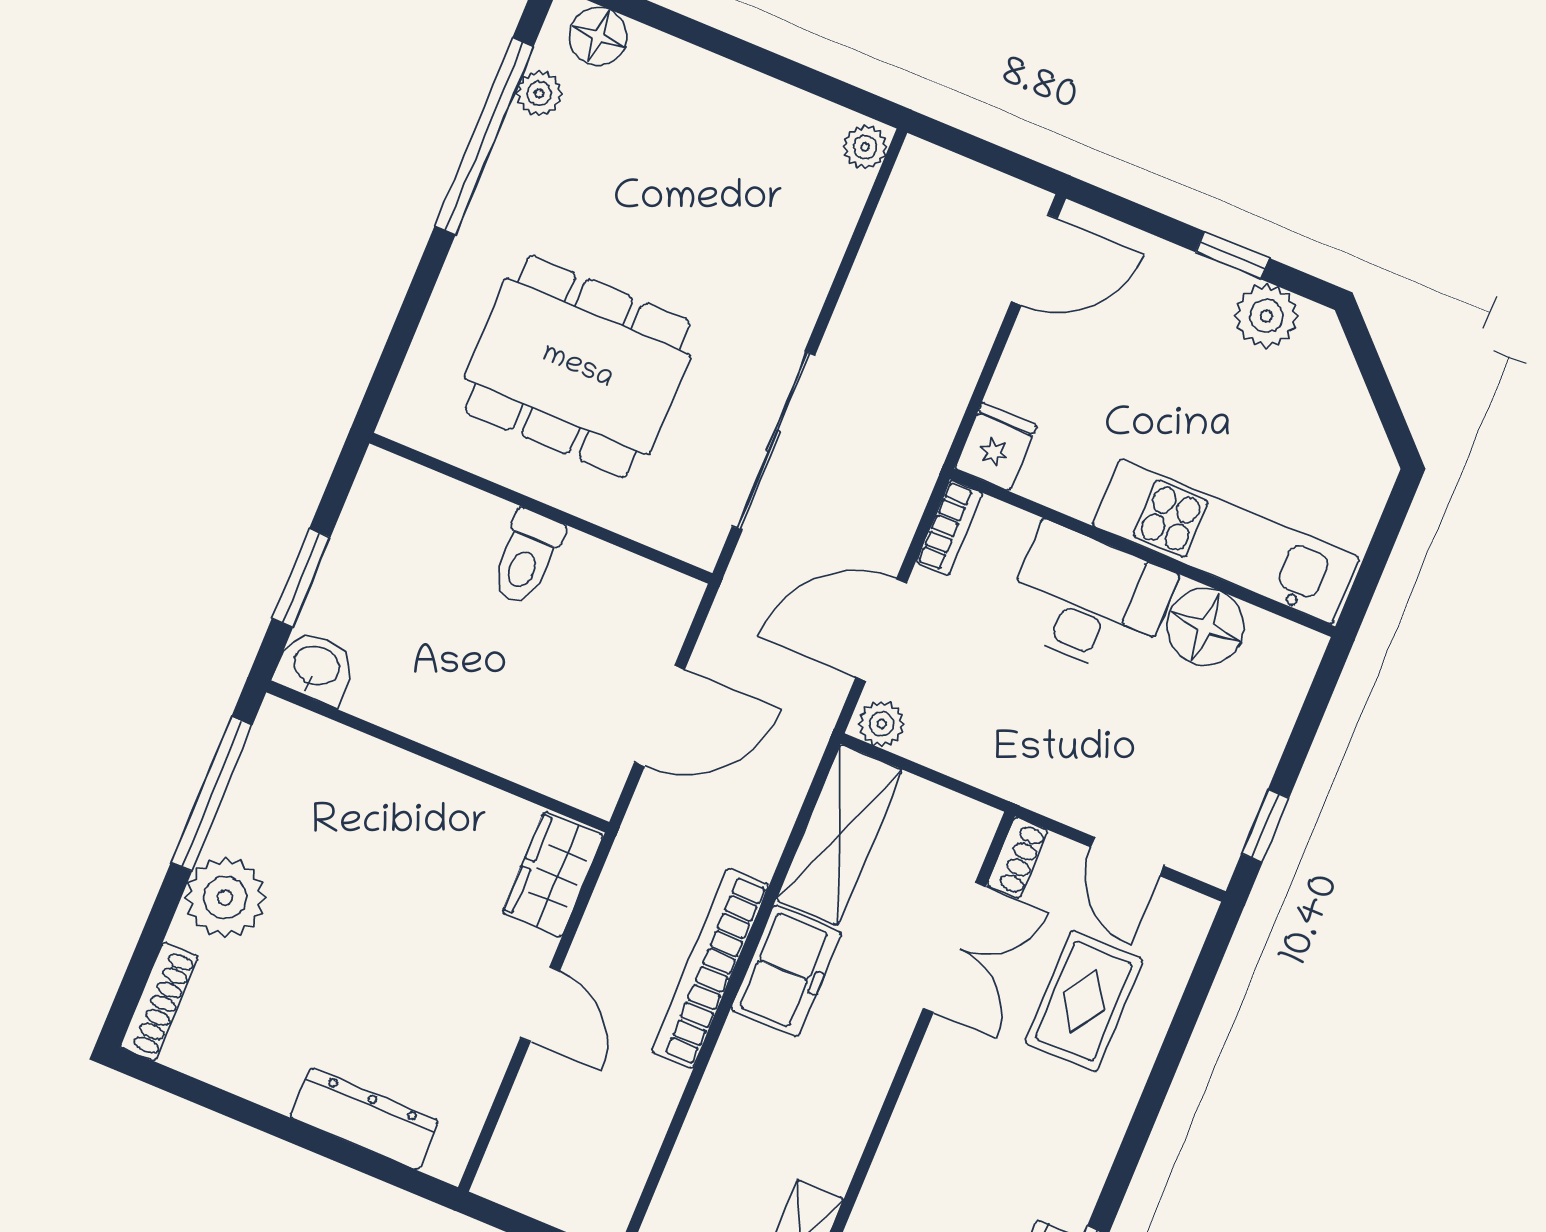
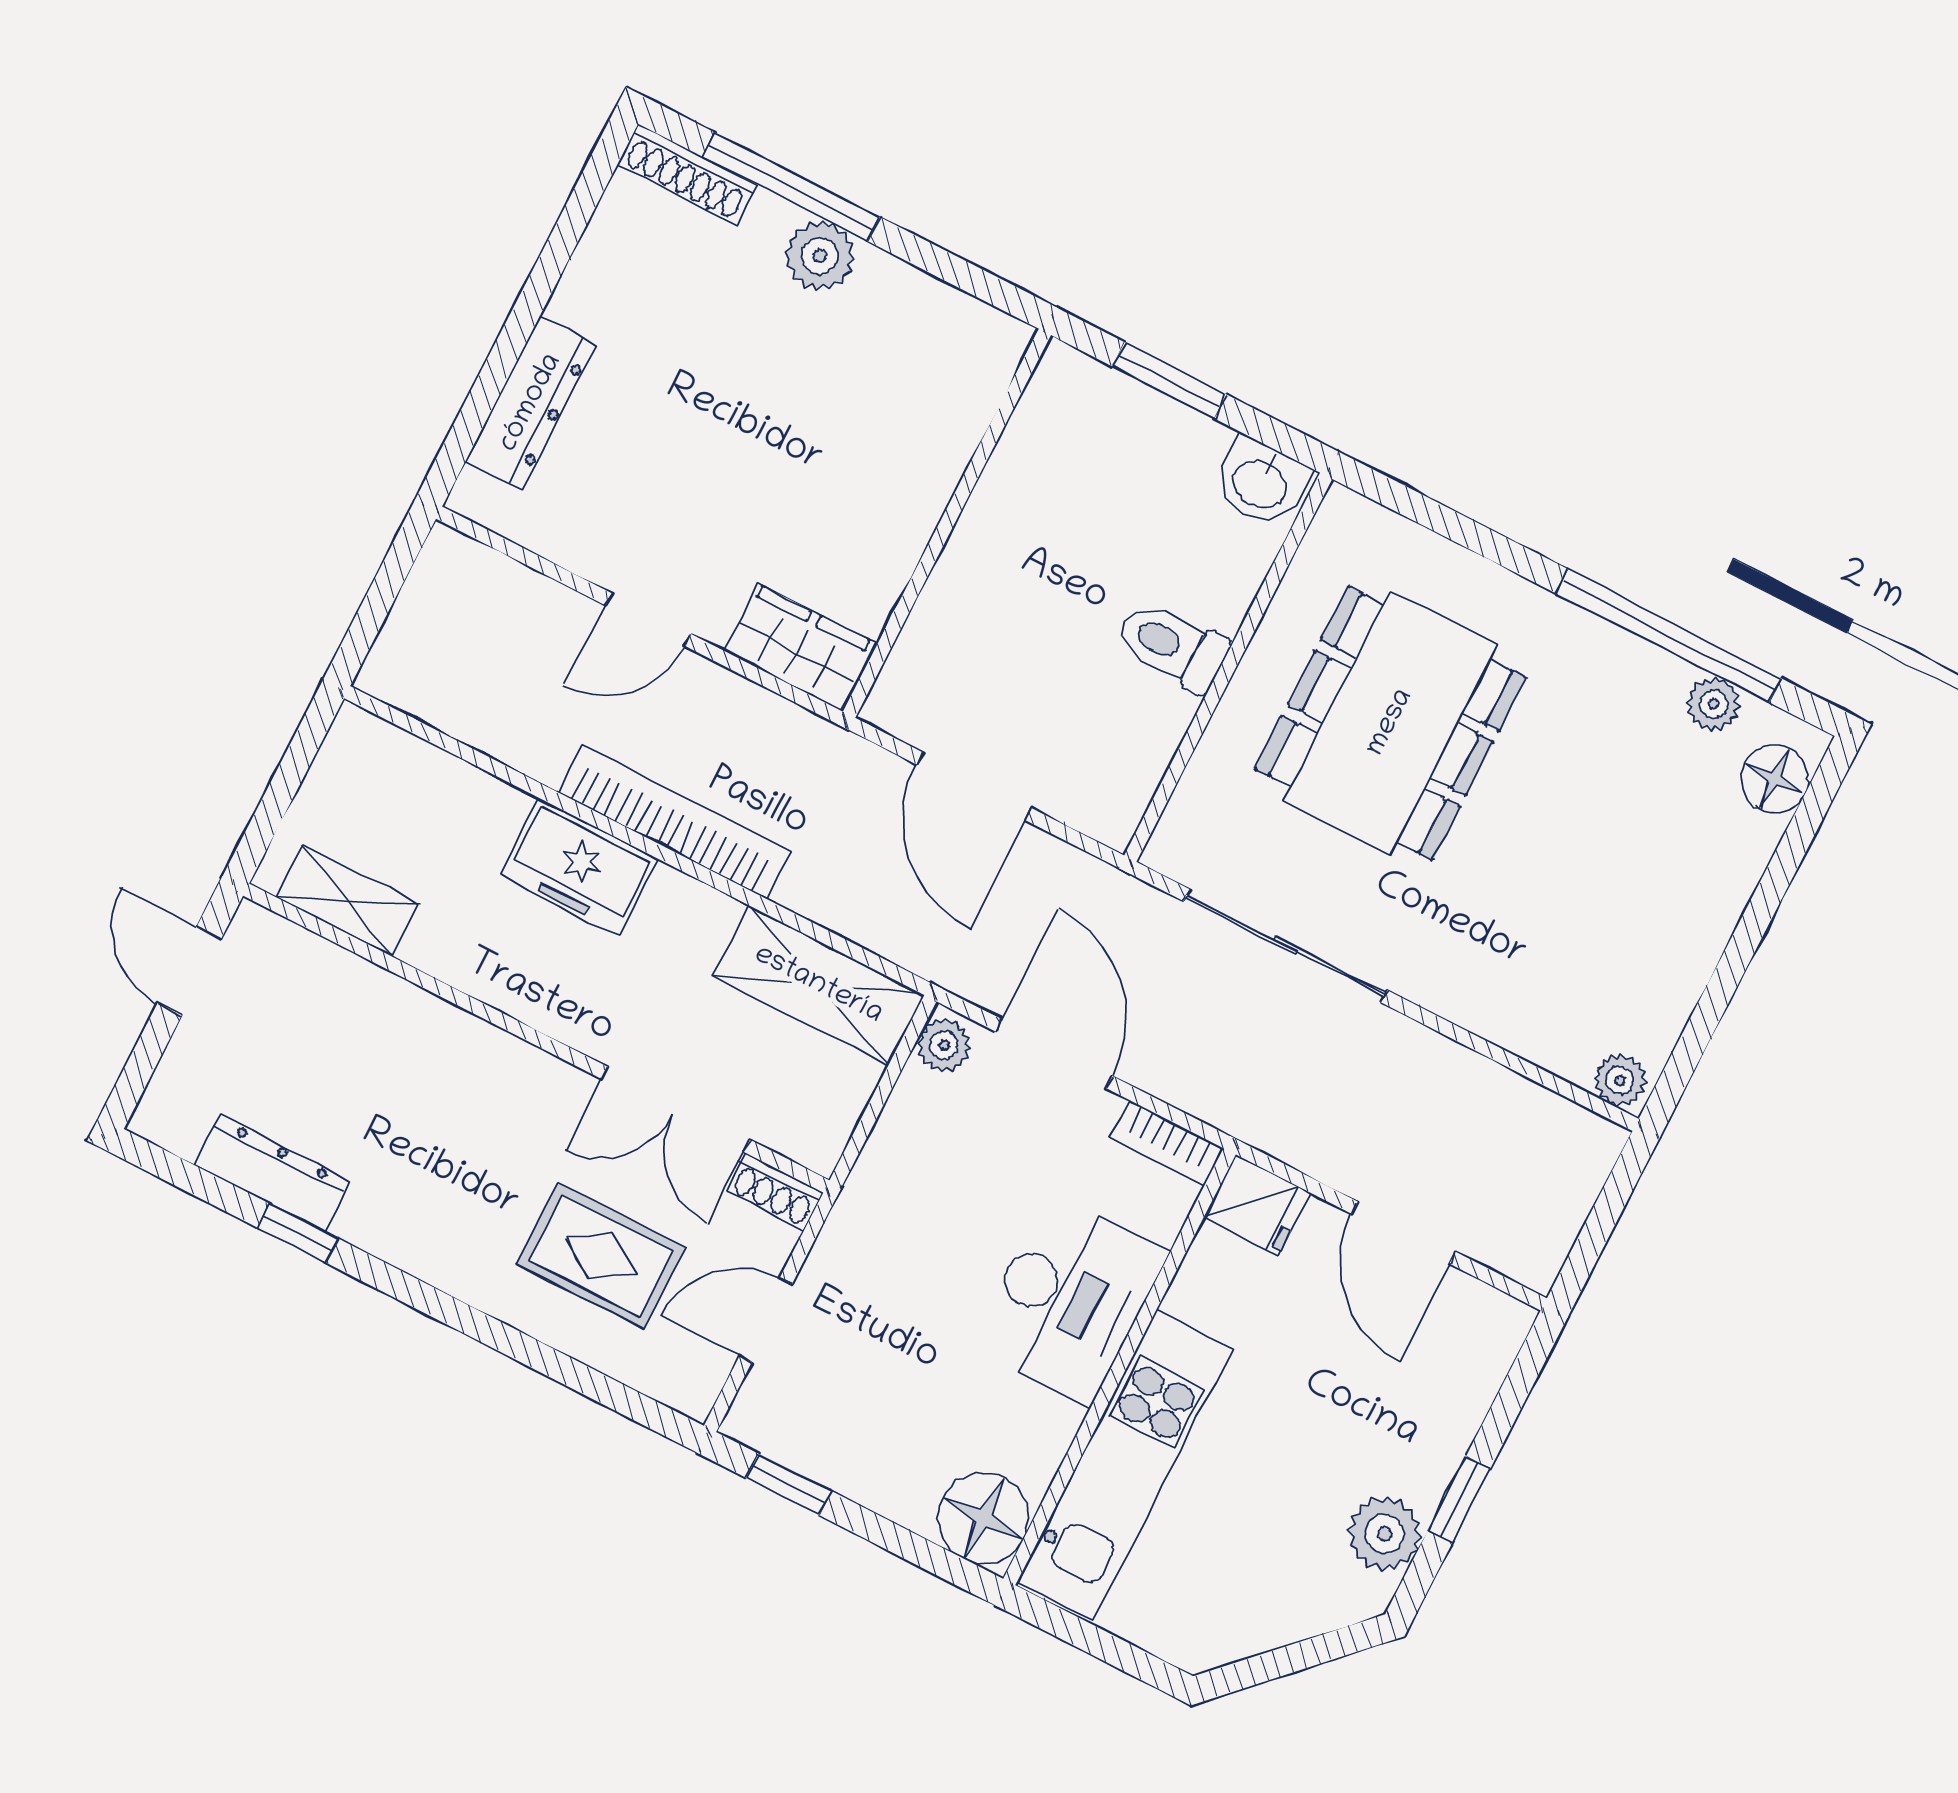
door: (1034, 260) -> (1404, 1233), moved
floor lamp: (1206, 627) -> (984, 1518), moved
washbasin: (316, 667) -> (1261, 482), moved, turned 90
window: (212, 794) -> (791, 187), moved
plant: (225, 898) -> (820, 256), width x0.73, depth x0.73
freezer: (786, 971) -> (579, 867), moved

